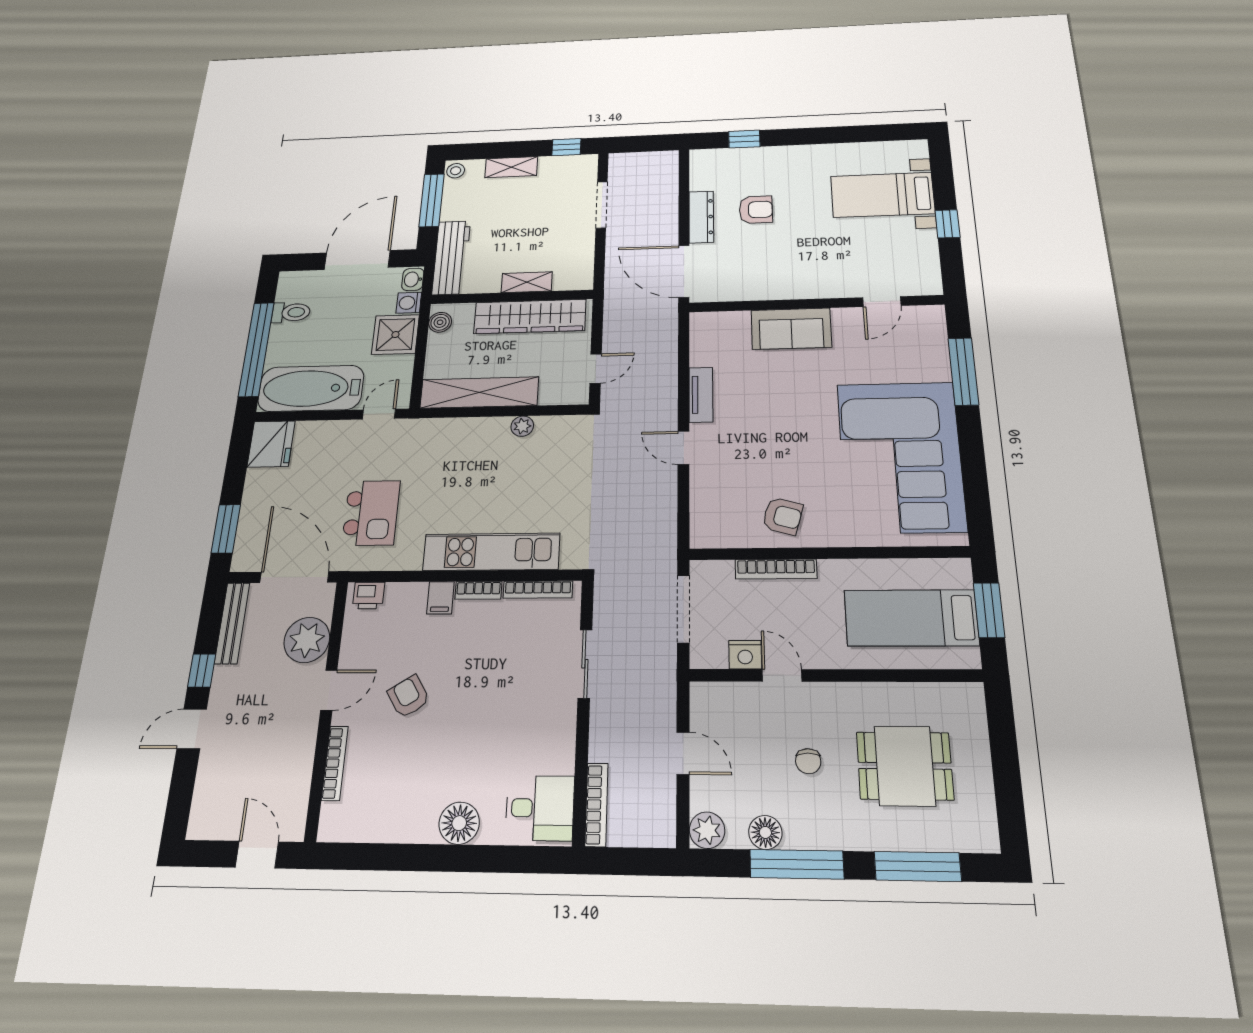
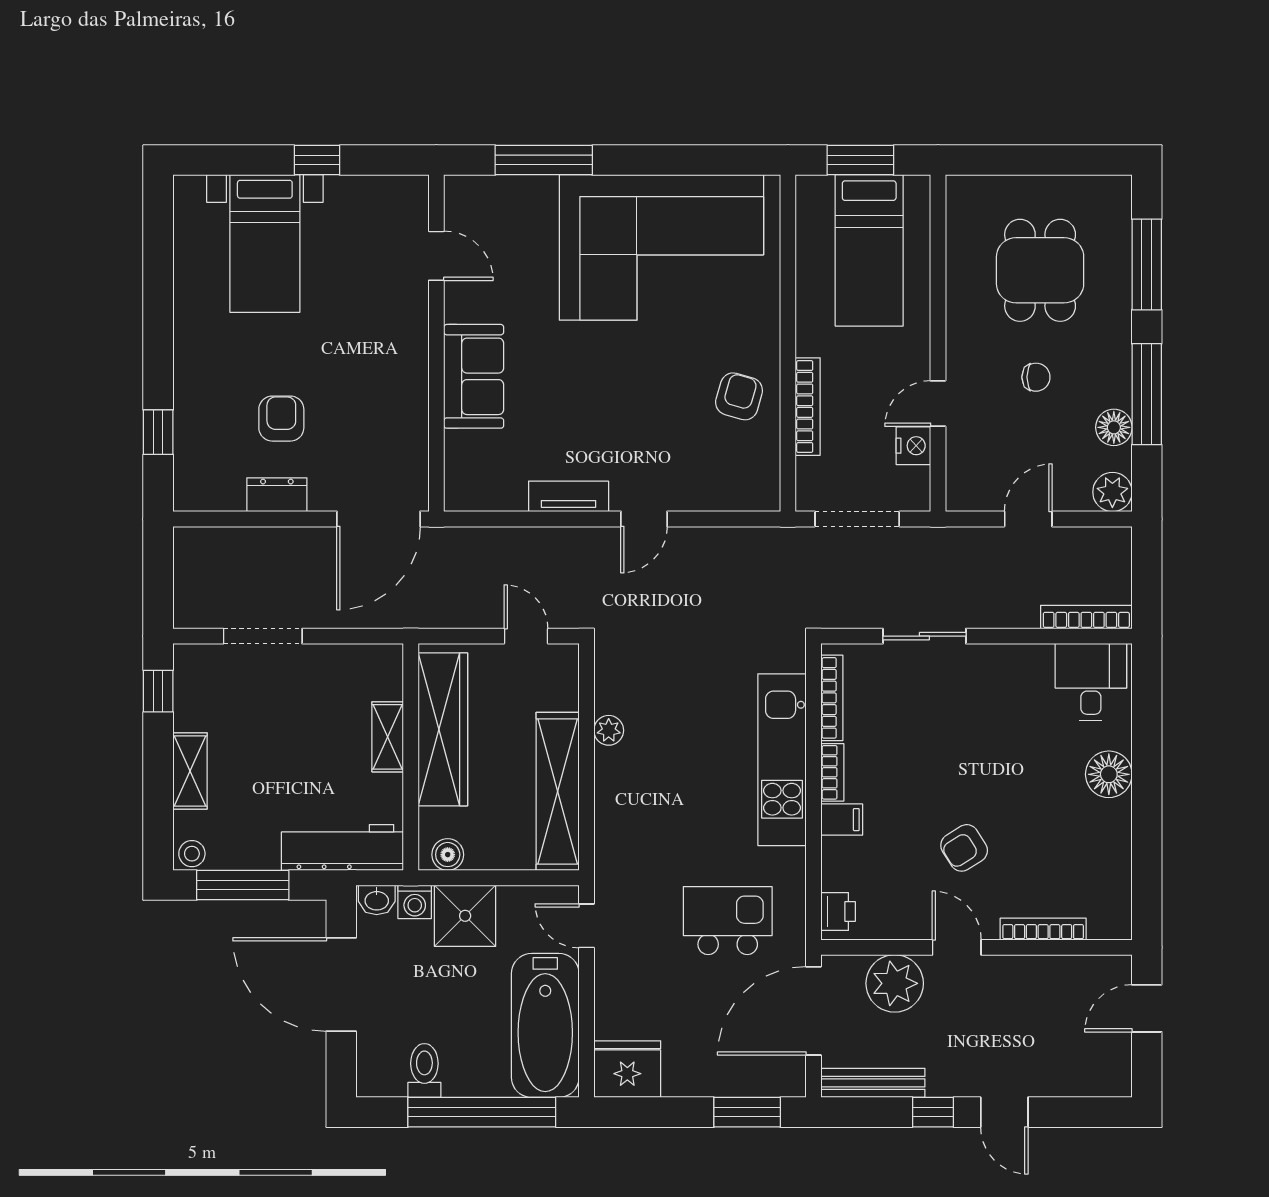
dresser: (701, 217) -> (277, 495), width x0.70

